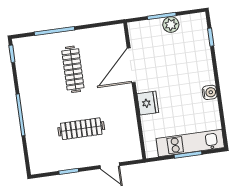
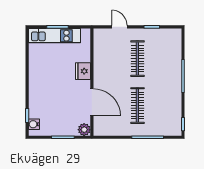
plant: (171, 25) -> (84, 130), moved
door: (131, 65) -> (92, 102), hinge flipped
water cooler: (210, 92) -> (34, 124), moved
clothes rail: (81, 129) -> (137, 59), turned 90

